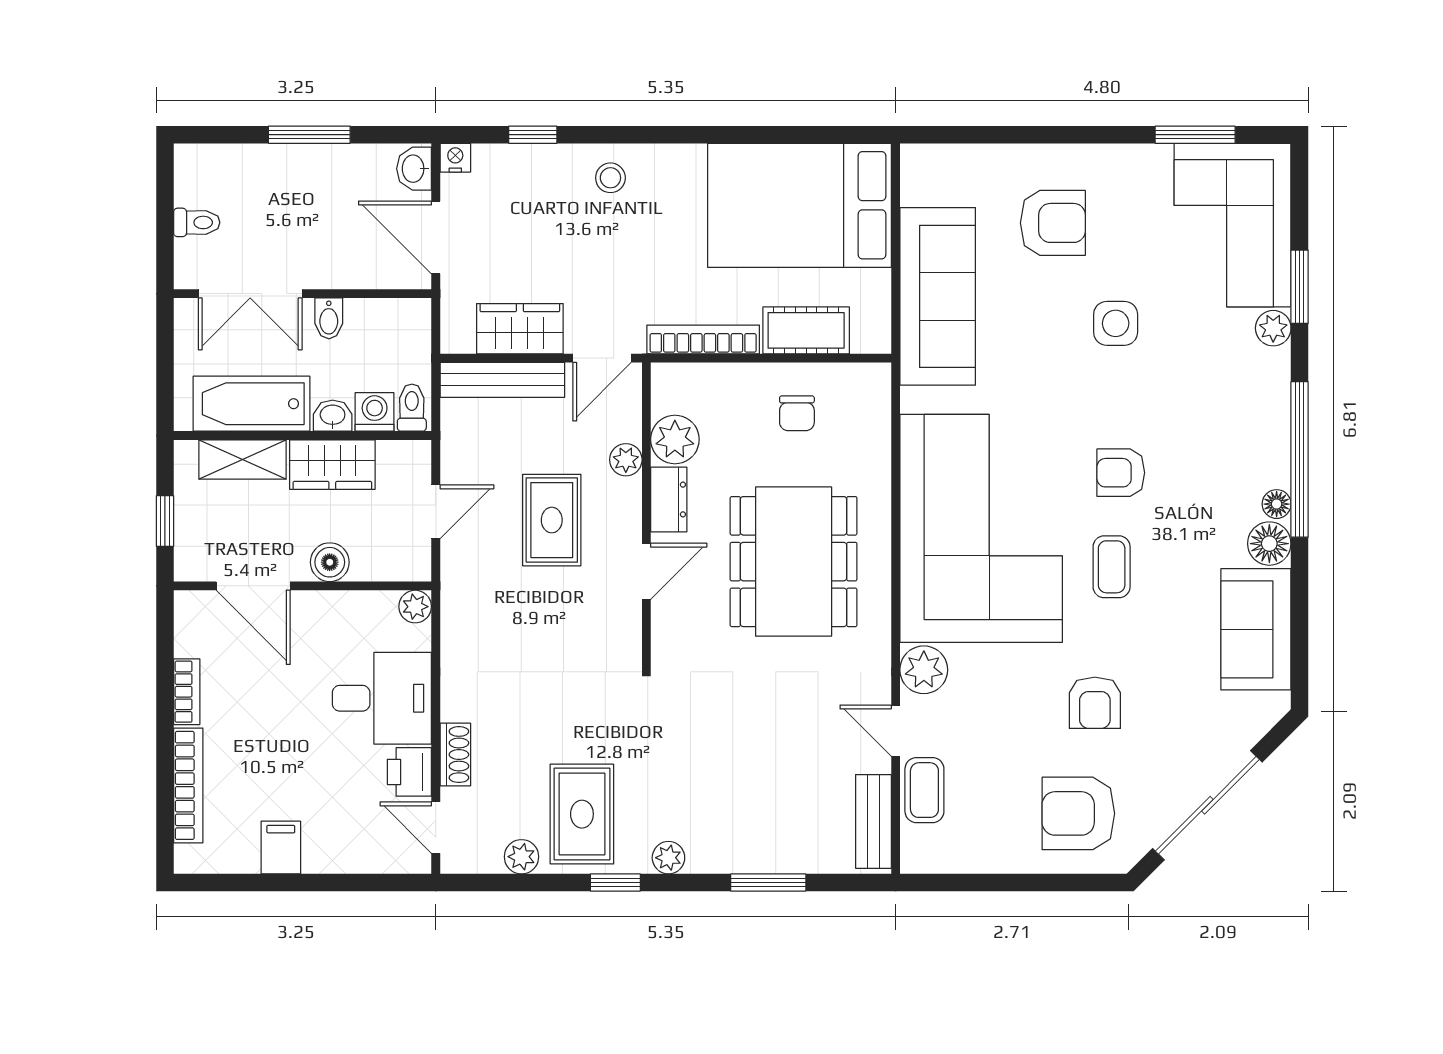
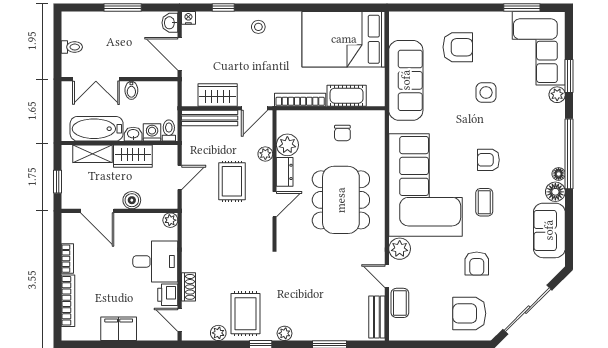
filing cabinet: (281, 848) -> (119, 329), width x2.00

